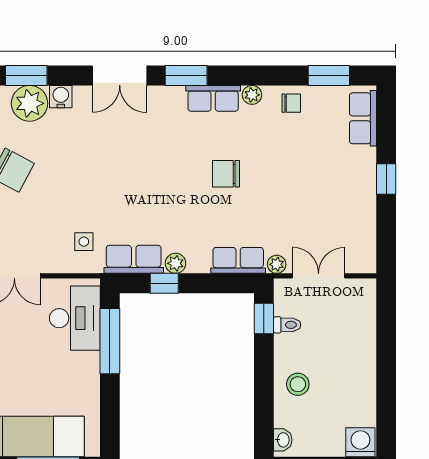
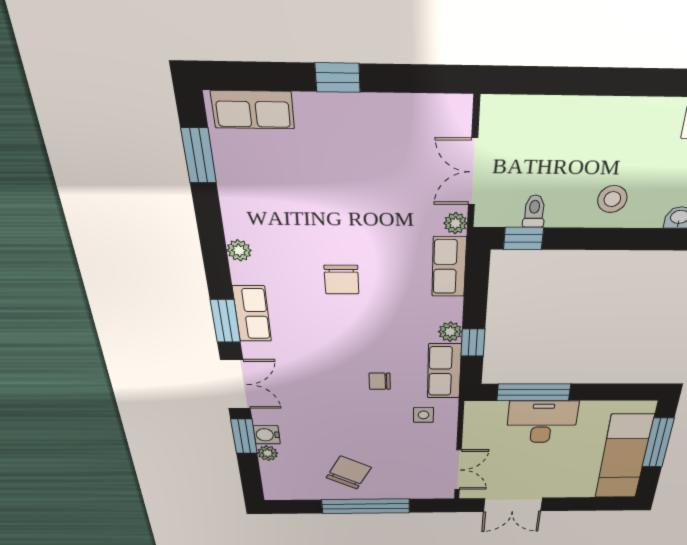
window: (26, 76) -> (244, 436), moved
row of seats: (213, 98) -> (252, 314), moved
plant: (30, 103) -> (268, 453), width x0.53, depth x0.53
chair: (291, 103) -> (380, 381), moved, turned -90
desk: (75, 318) -> (542, 422), moved

